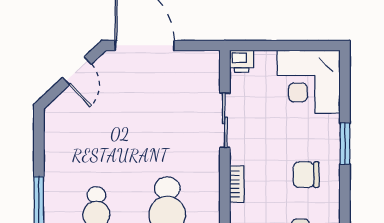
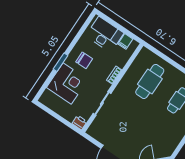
corner desk: (309, 82) -> (67, 84), moved

